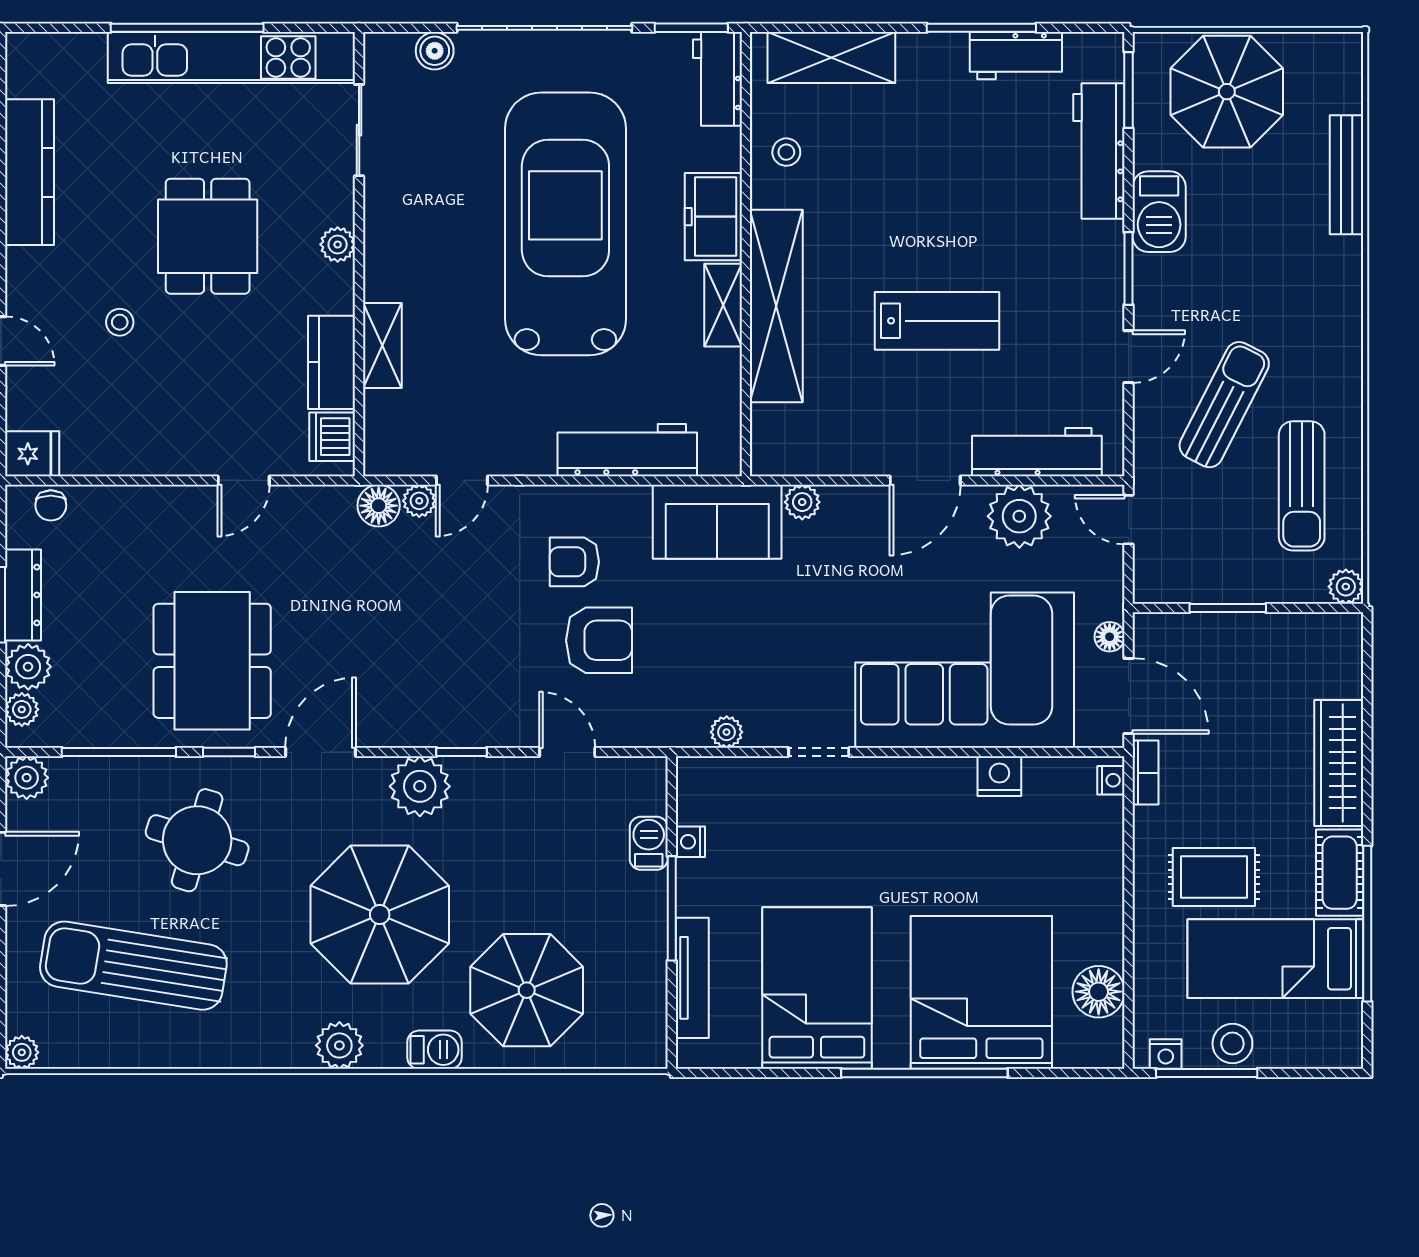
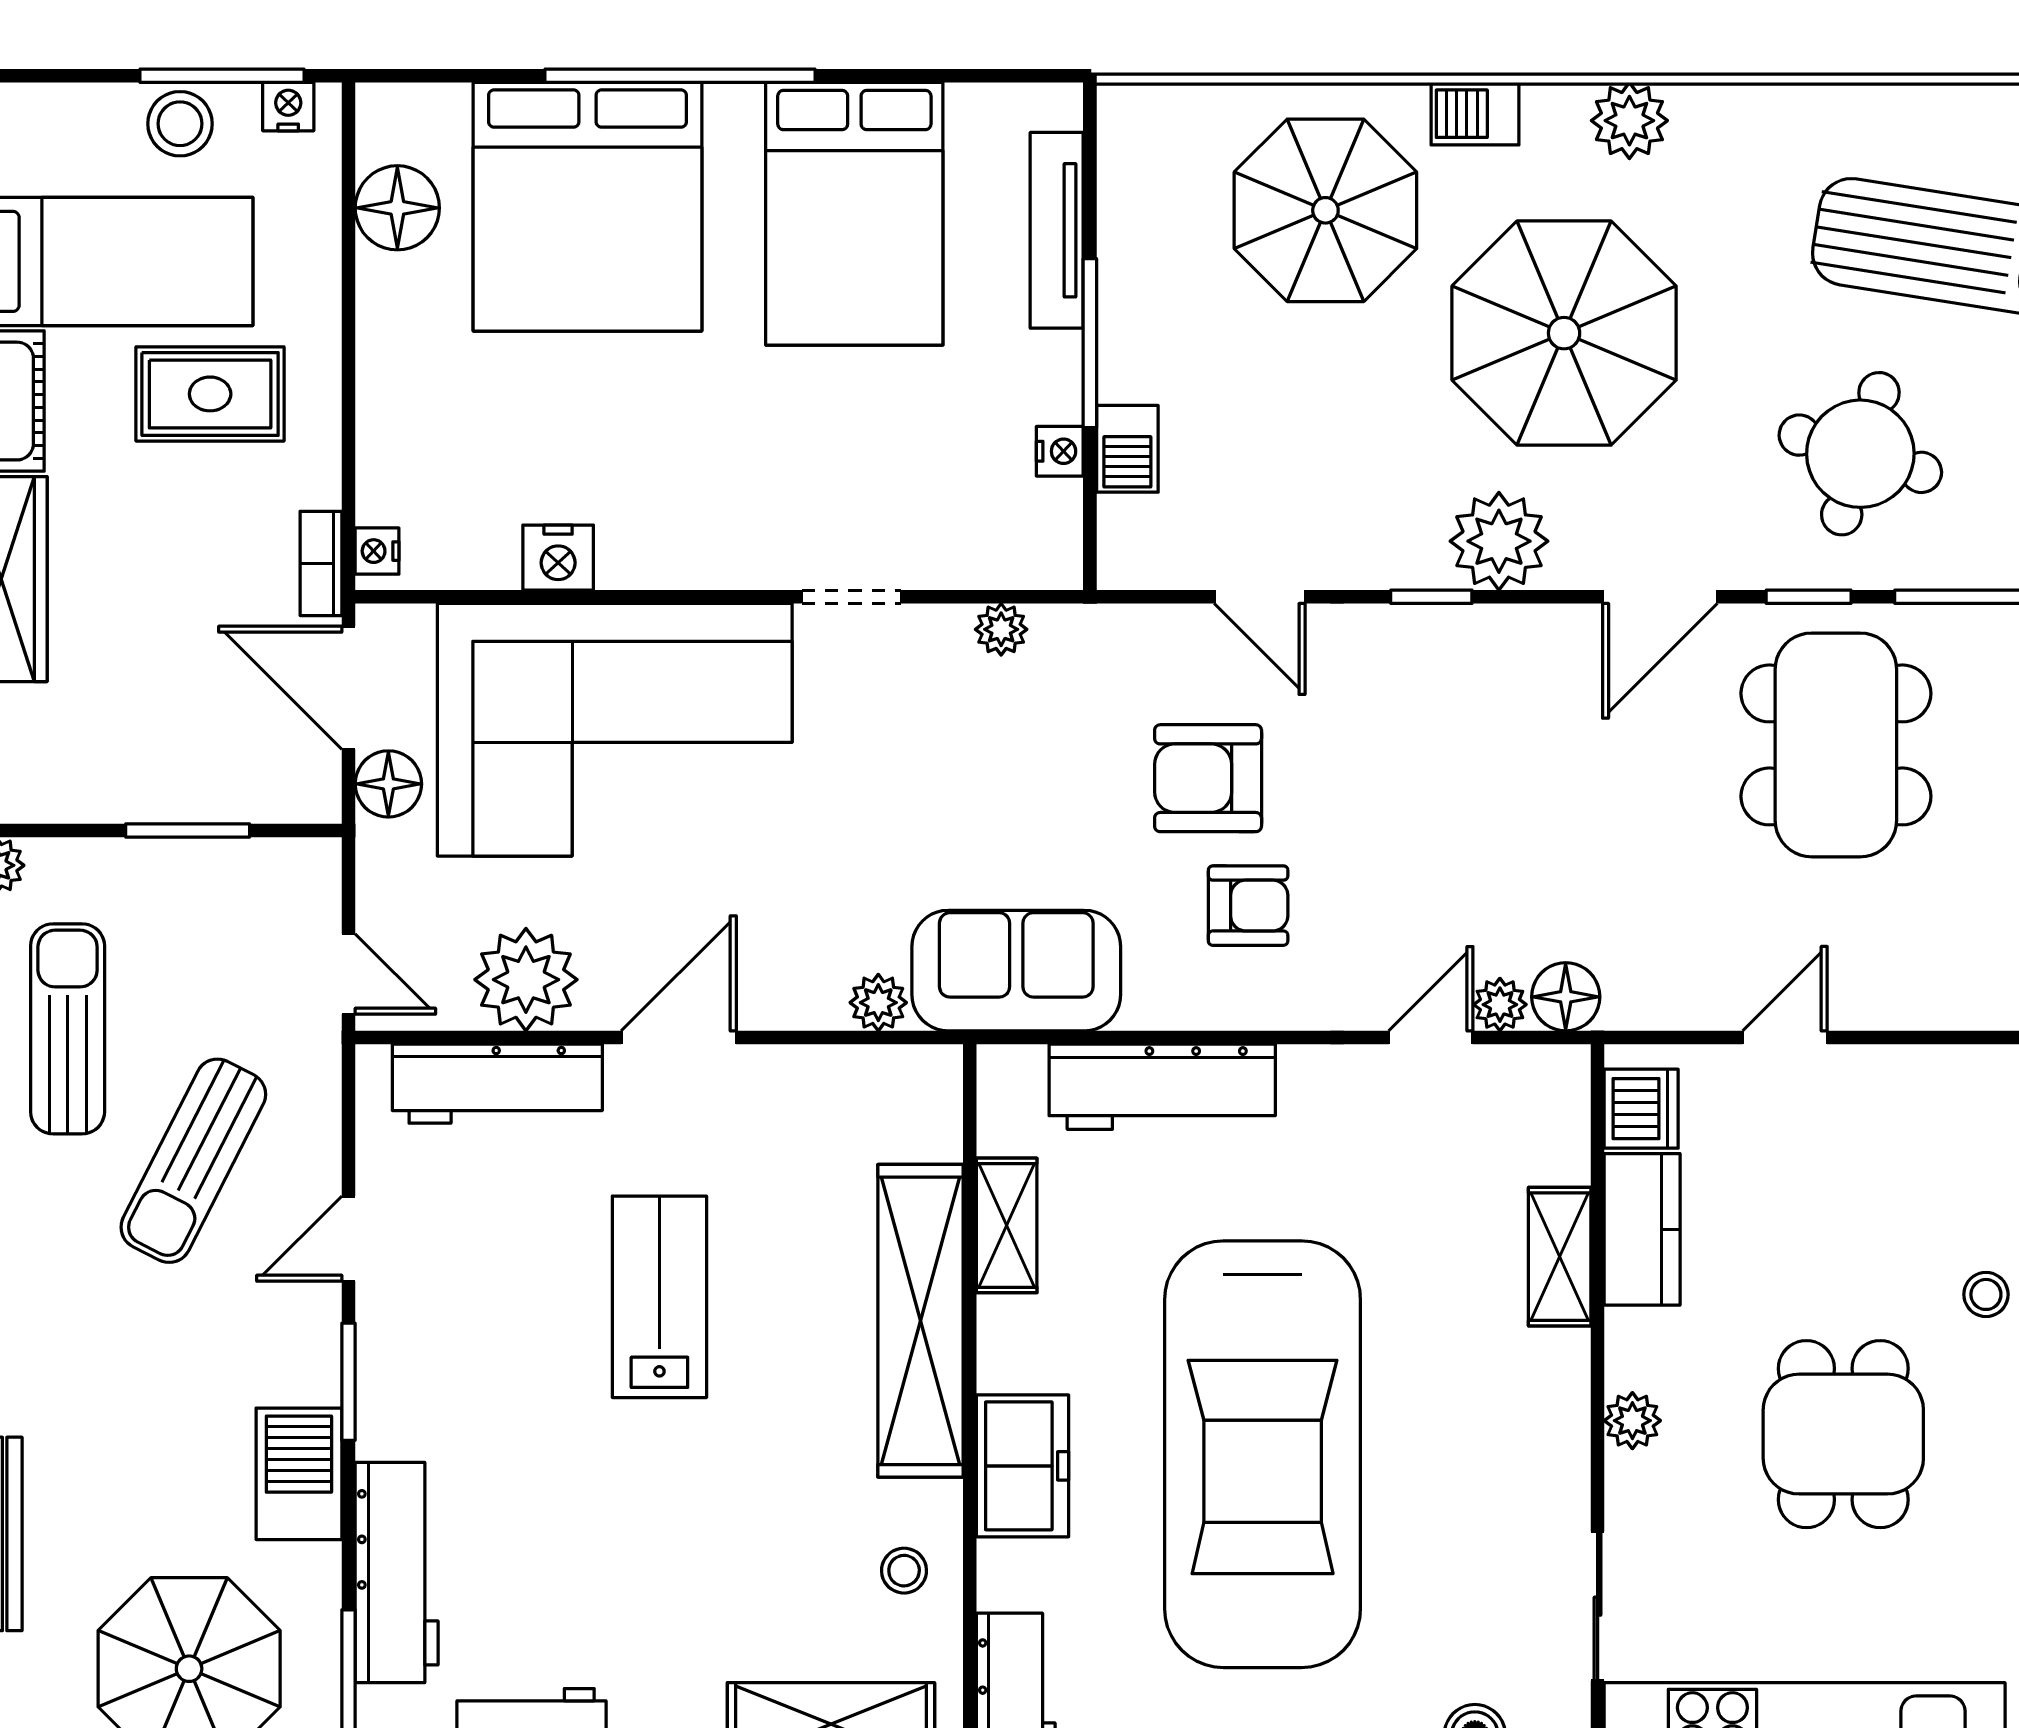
shelving: (723, 305) -> (1007, 1225), moved
lab bench: (937, 321) -> (659, 1297), turned 90
floor lamp: (1110, 637) -> (388, 784), width x1.37, depth x1.37

